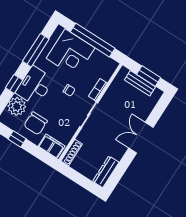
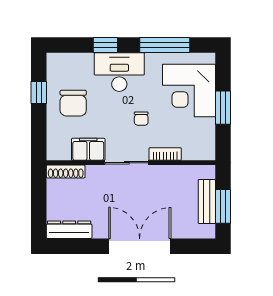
window: (93, 40) -> (223, 108), width x0.47
plant: (17, 106) -> (79, 66), removed
chair: (36, 123) -> (73, 103), turned -90
double door: (141, 138) -> (140, 246), width x1.37
filing cabinet: (52, 146) -> (88, 149), moved, turned -90

